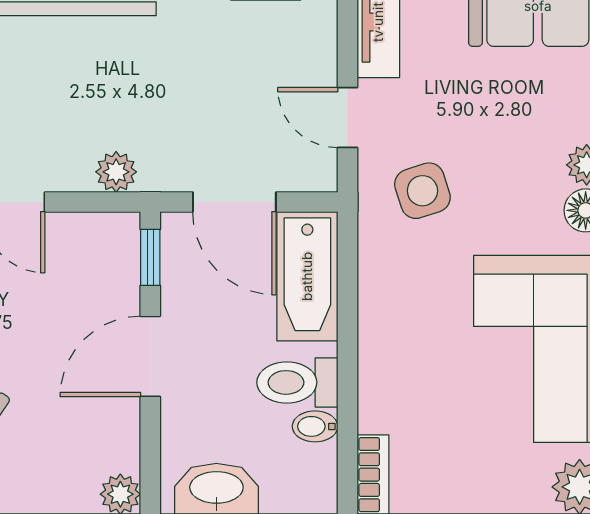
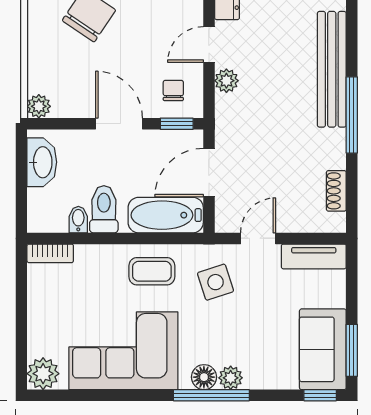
plant: (116, 172) -> (226, 81), moved
chair: (93, 263) -> (173, 90), added
coffee table: (404, 300) -> (152, 271), added

